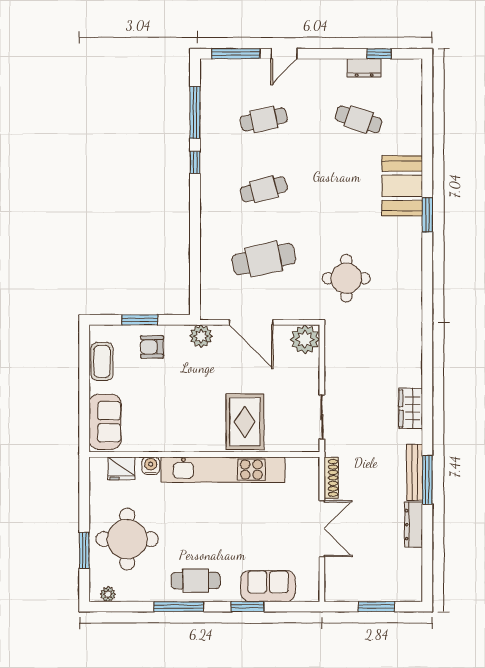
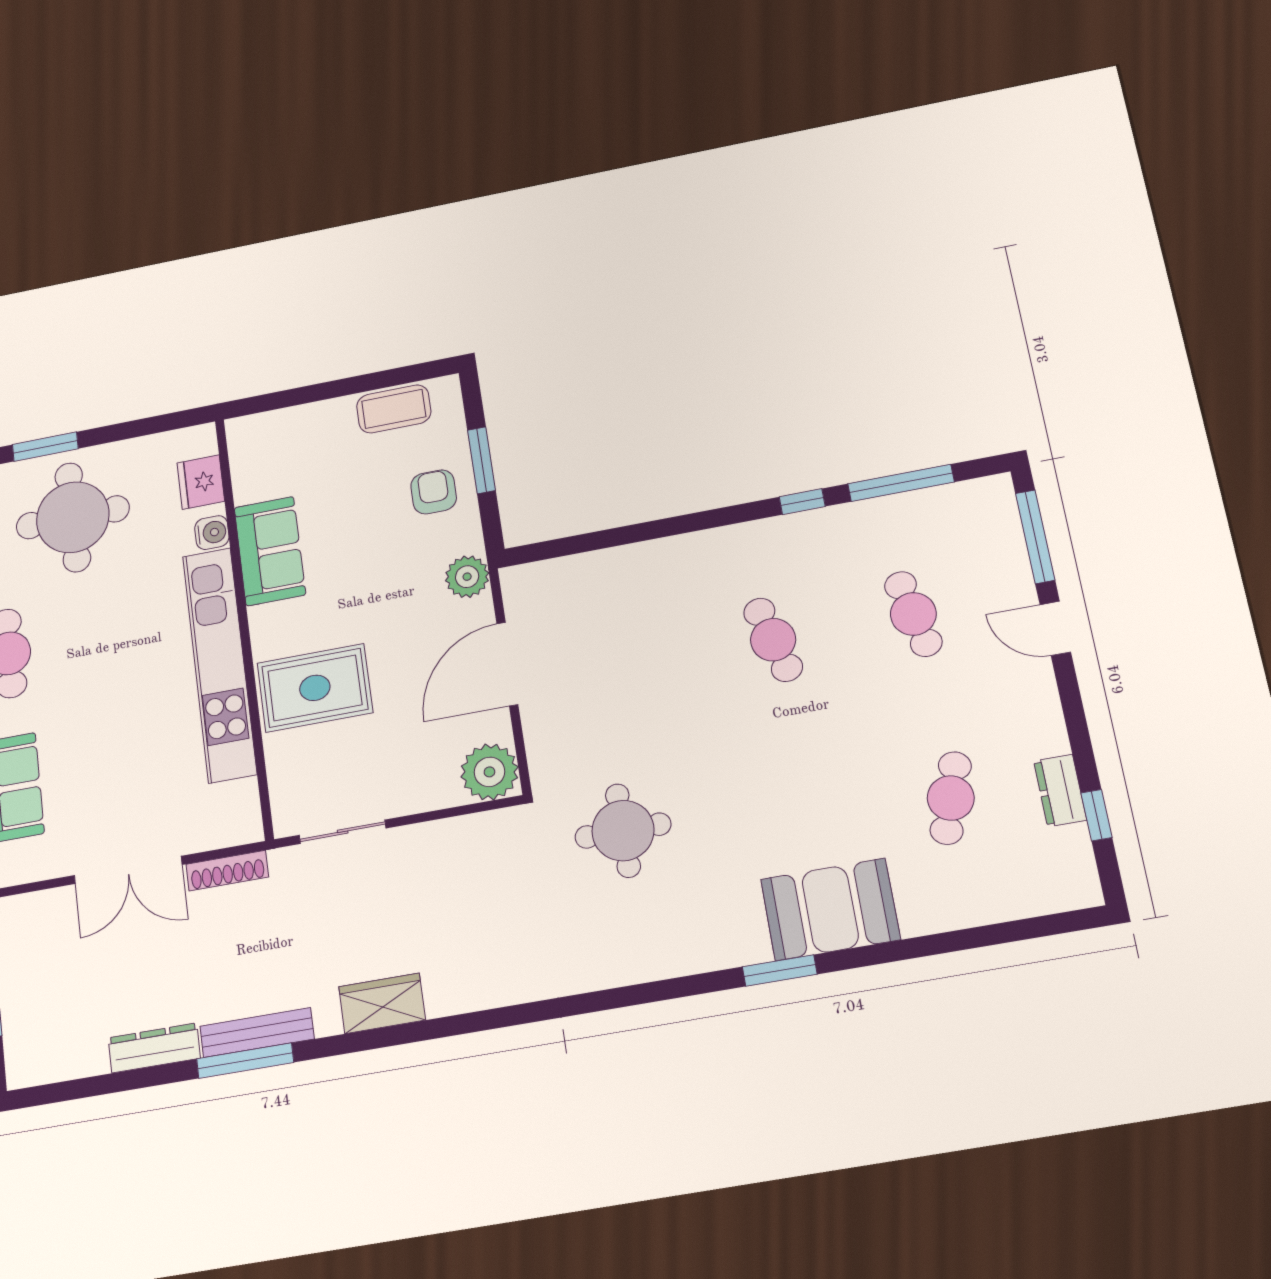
cafe table: (264, 259) -> (635, 665), removed
sofa: (105, 422) -> (270, 551), moved, turned -90

